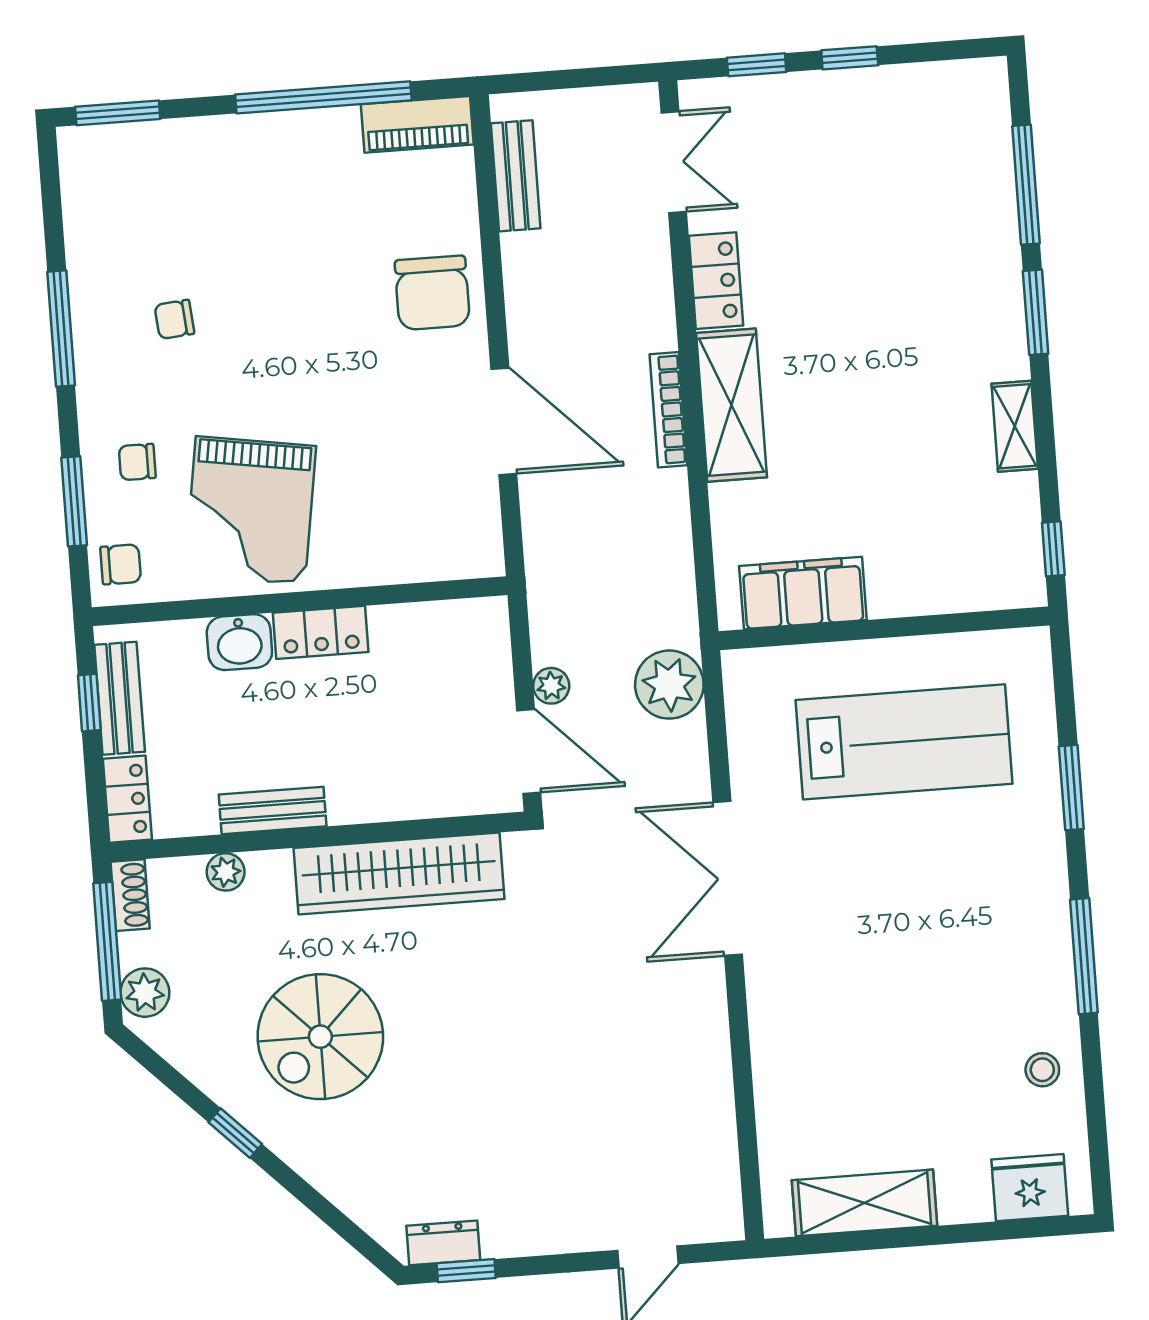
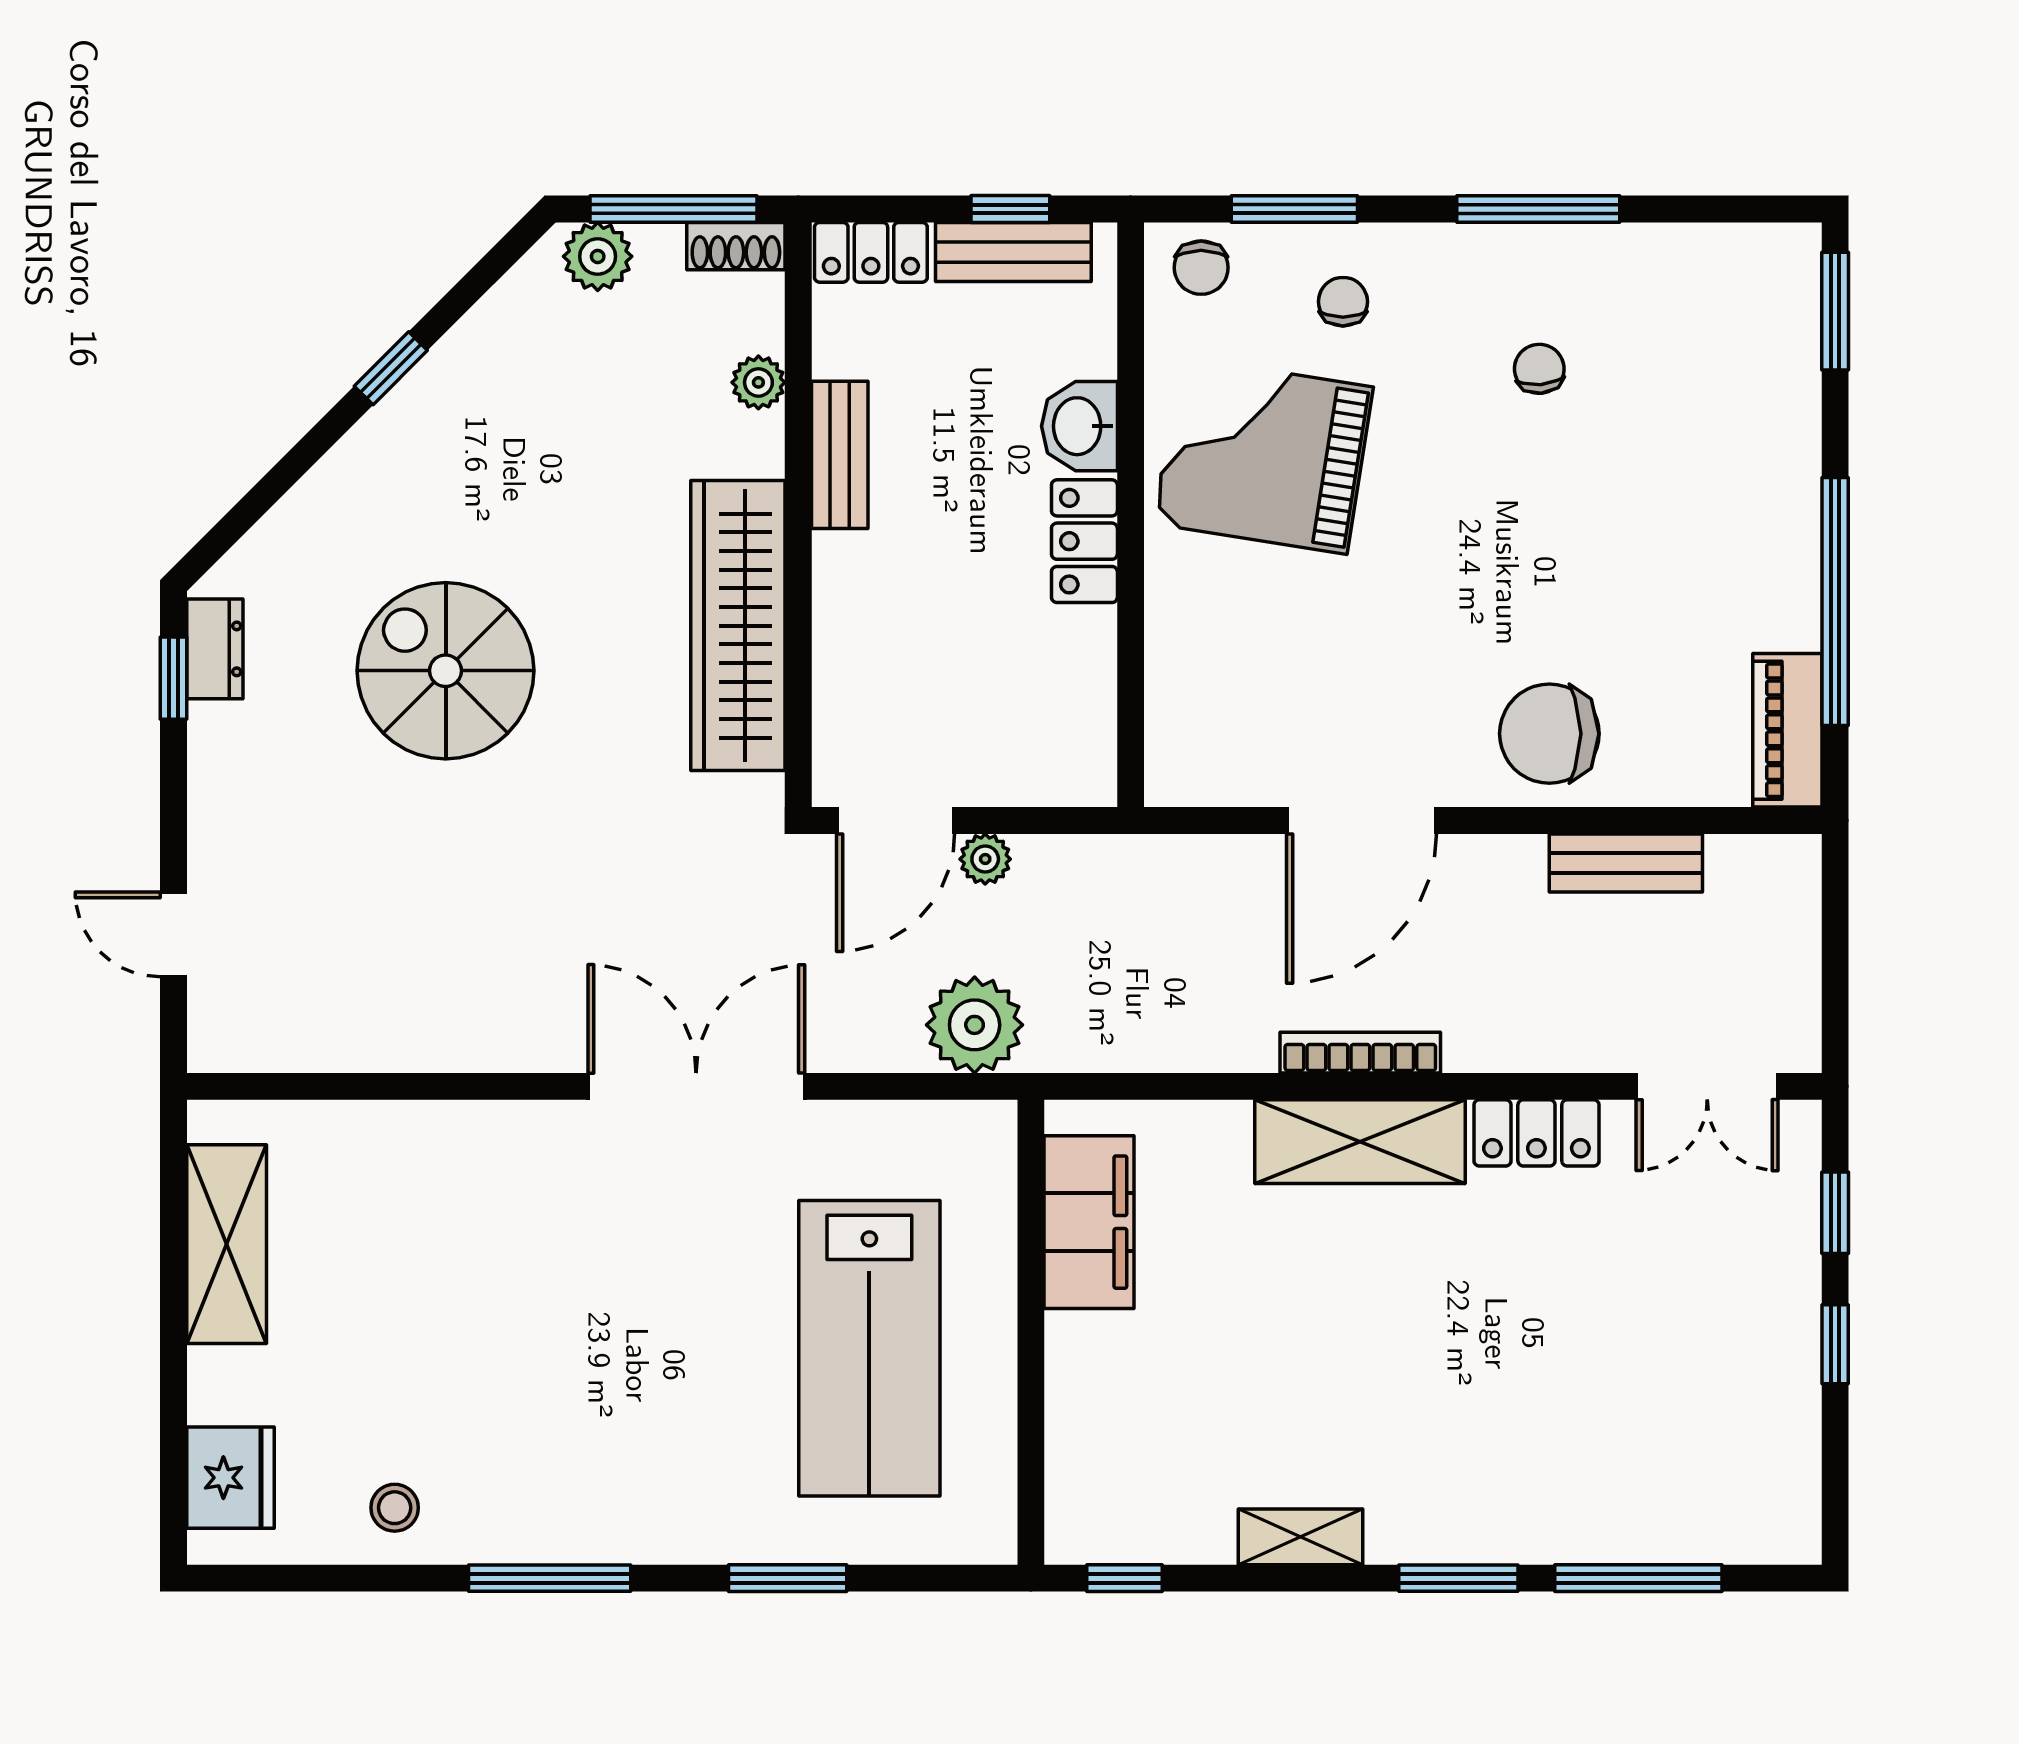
bench: (516, 176) -> (1626, 863), moved
spiral stairs: (320, 1037) -> (446, 671), moved

